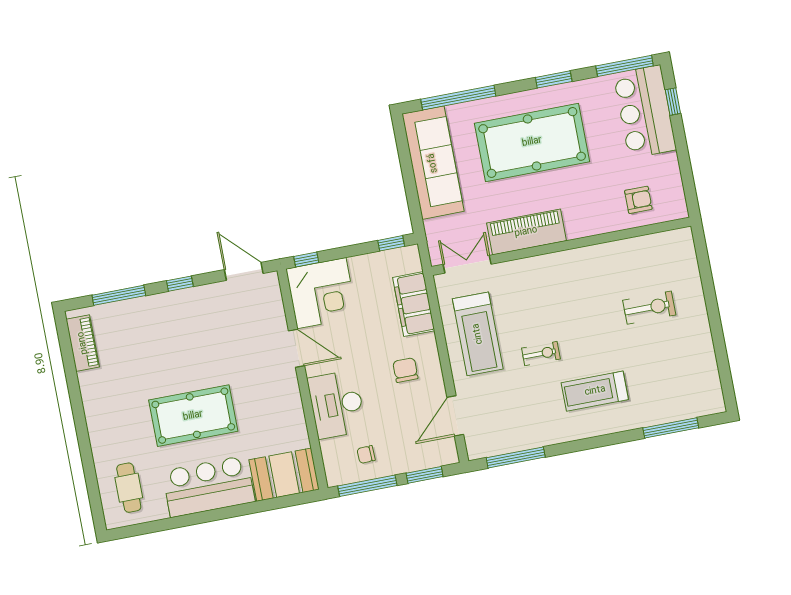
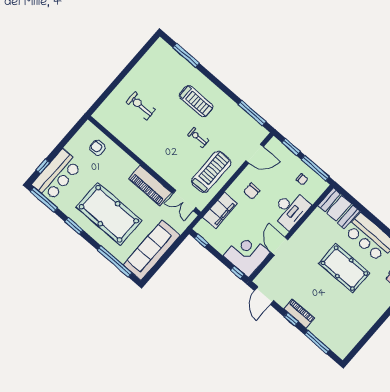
piano: (83, 343) -> (299, 314), moved, turned 90

